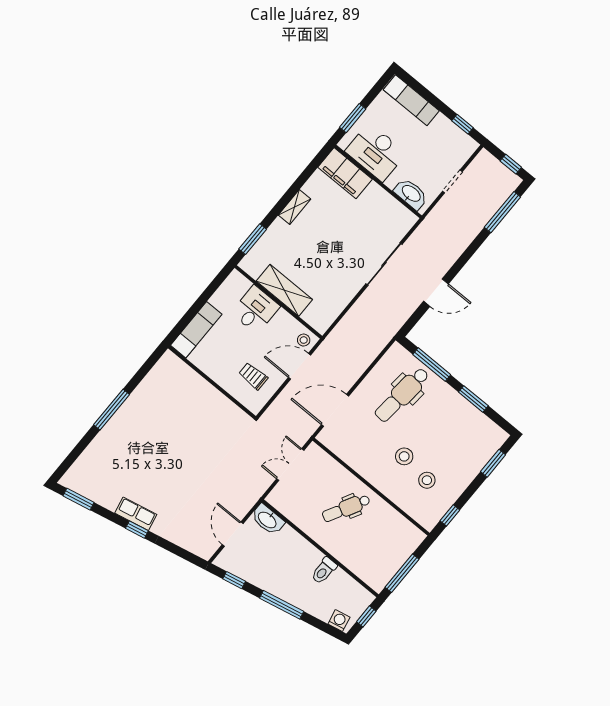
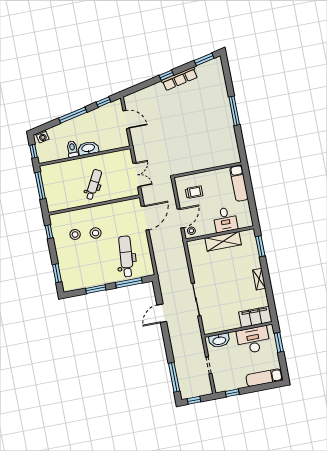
row of seats: (136, 514) -> (180, 79), width x1.48
washbasin: (268, 520) -> (88, 148), moved

